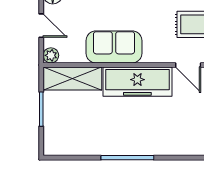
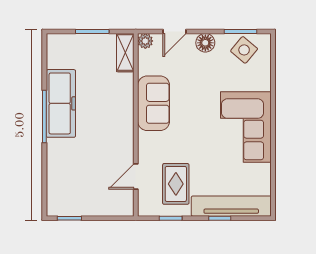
shelving: (72, 79) -> (125, 53), width x0.67, depth x0.75
freezer: (137, 82) -> (61, 103), moved, turned 180

